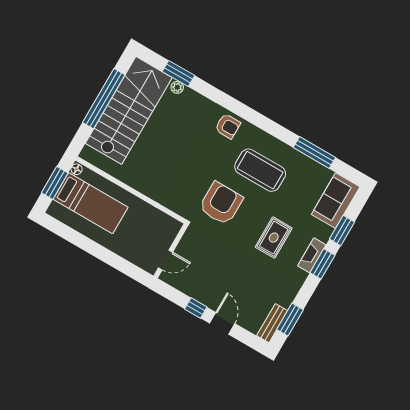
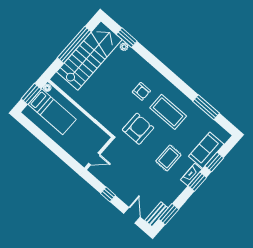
armchair: (228, 126) -> (141, 91), moved
sofa: (336, 201) -> (206, 150), moved
door: (222, 323) -> (132, 215), moved

